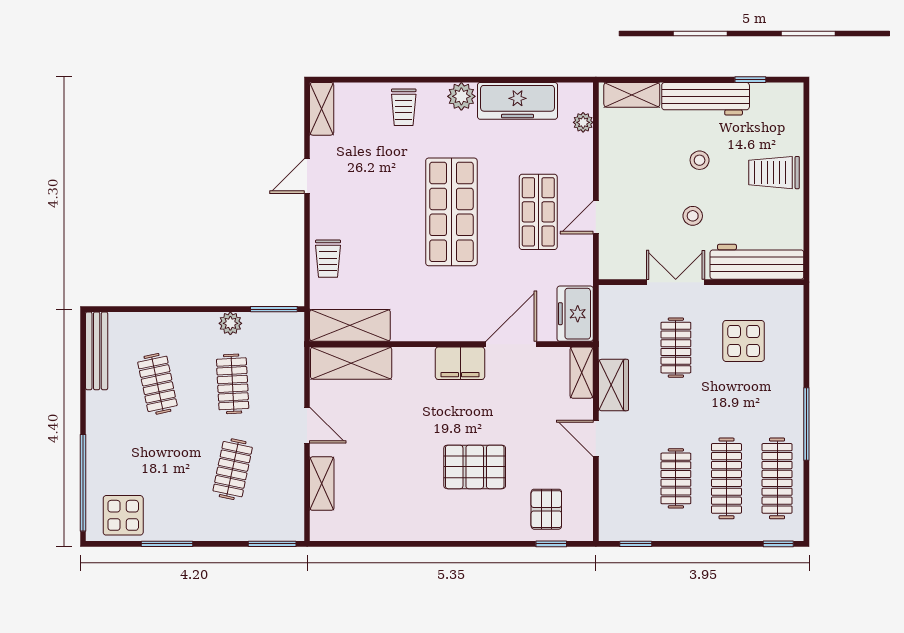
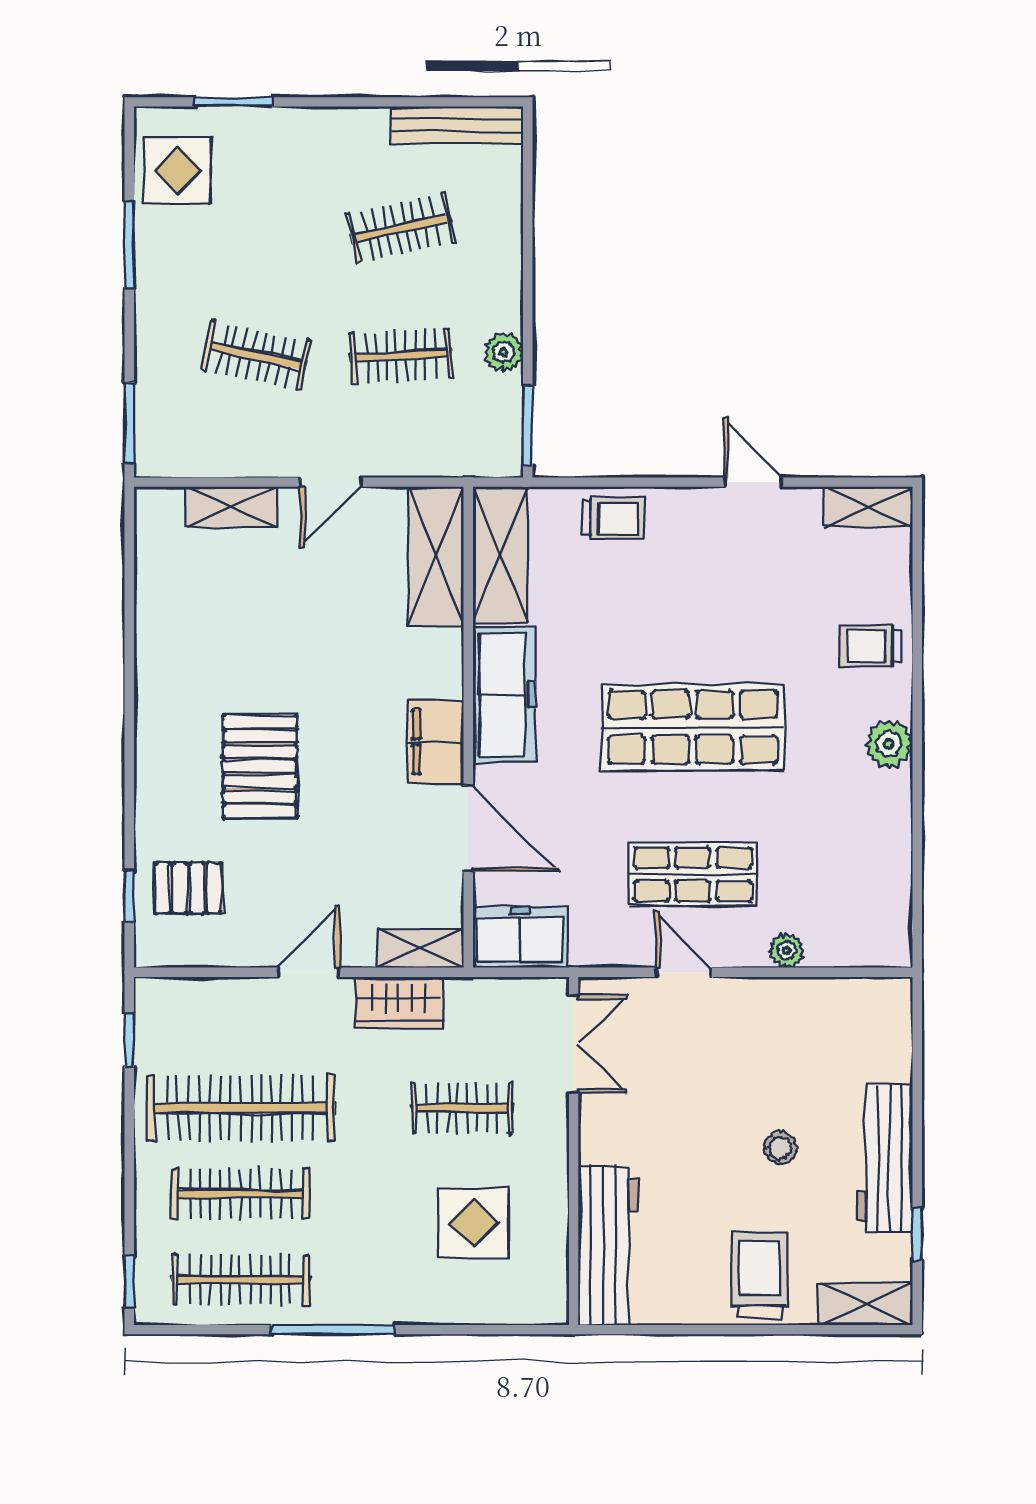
shelving: (632, 95) -> (865, 1304), moved, turned 90
freezer: (517, 101) -> (504, 695), moved, turned 180
plant: (583, 122) -> (786, 951), moved
stool: (693, 216) -> (686, 1137), removed
trolley: (328, 259) -> (613, 518), turned 180
double door: (676, 282) -> (574, 1044), moved
clothes rail: (676, 478) -> (240, 1108), width x1.86, depth x1.31
window: (83, 483) -> (233, 102), width x0.47

